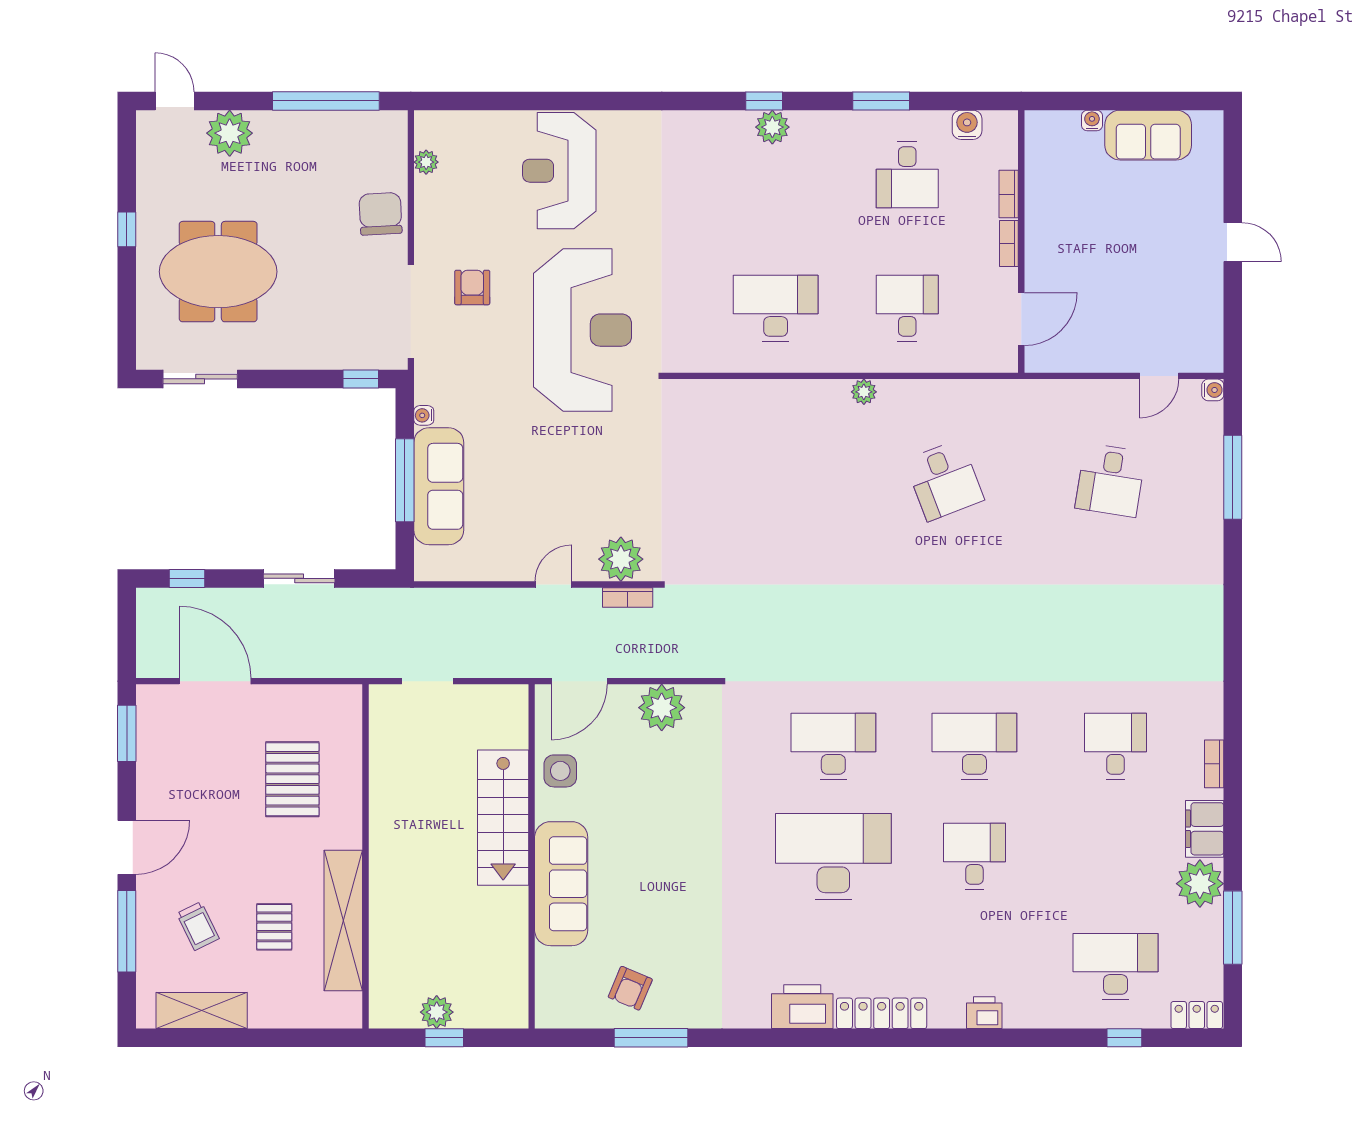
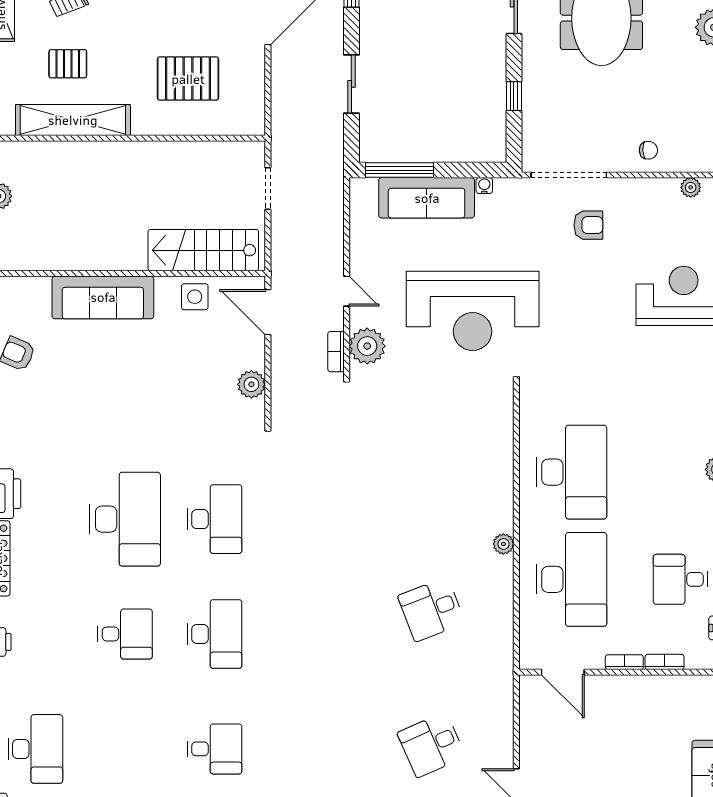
chair: (380, 214) -> (648, 150), width x0.54, depth x0.54
desk: (776, 308) -> (571, 472), width x1.36, depth x1.30
desk: (907, 308) -> (571, 579), width x1.87, depth x1.30
reception desk: (583, 330) -> (473, 311), moved
window: (361, 379) -> (514, 96), moved
window: (405, 480) -> (399, 170), moved
desk: (1110, 480) -> (431, 745), turned -33
plant: (662, 708) -> (251, 384), width x0.73, depth x0.73
stairs: (503, 818) -> (203, 250), moved

